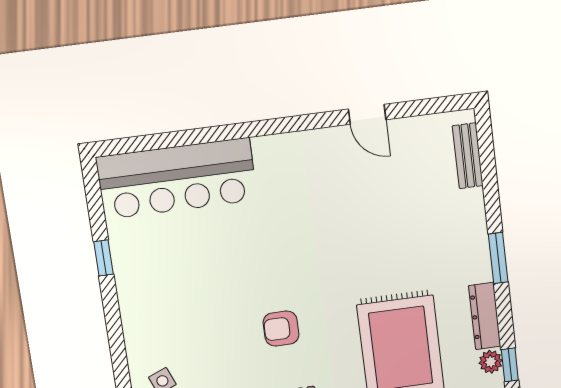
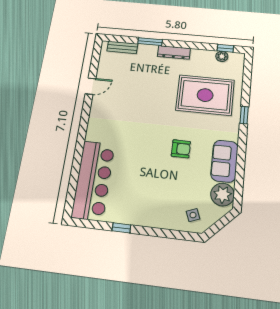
window: (498, 258) -> (150, 42), moved
dresser: (485, 316) -> (174, 52), moved
armchair: (281, 329) -> (181, 149), turned -90

